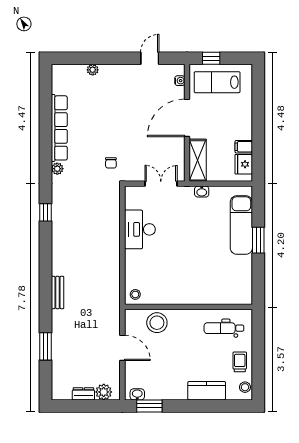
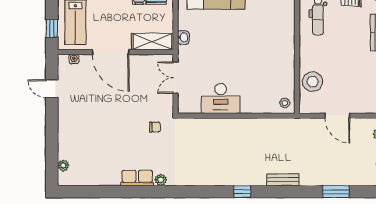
plant: (93, 70) -> (63, 166), moved
row of seats: (59, 128) -> (137, 178), width x0.50
window: (45, 212) -> (242, 192), moved
door: (122, 348) -> (337, 116), swing flipped

